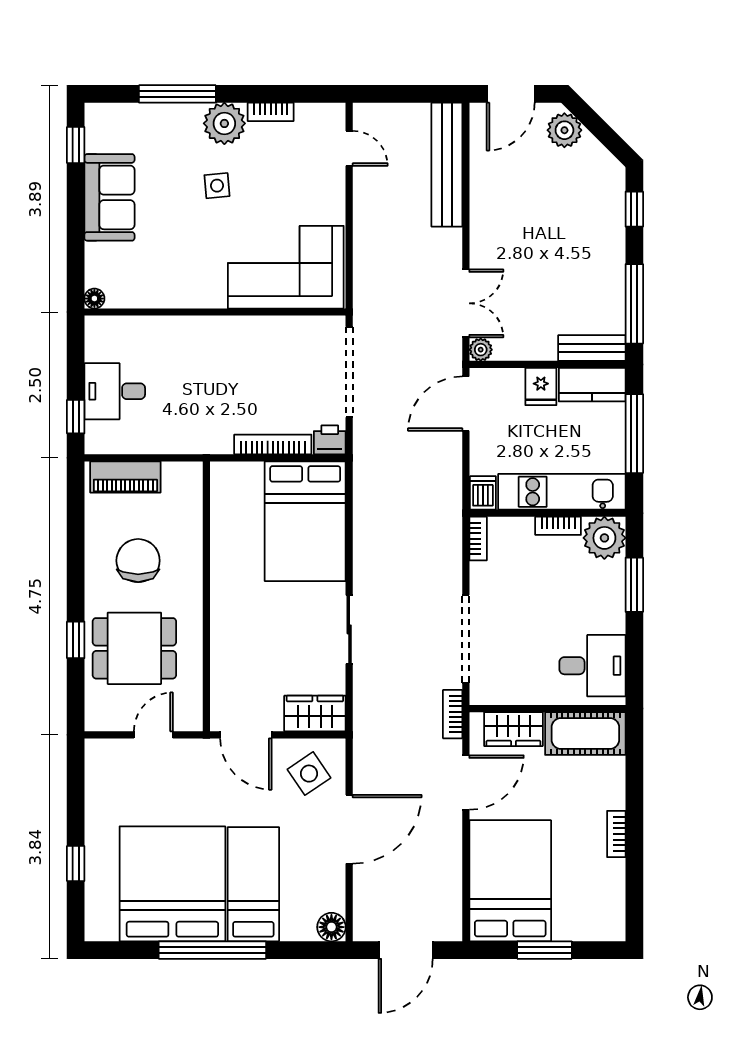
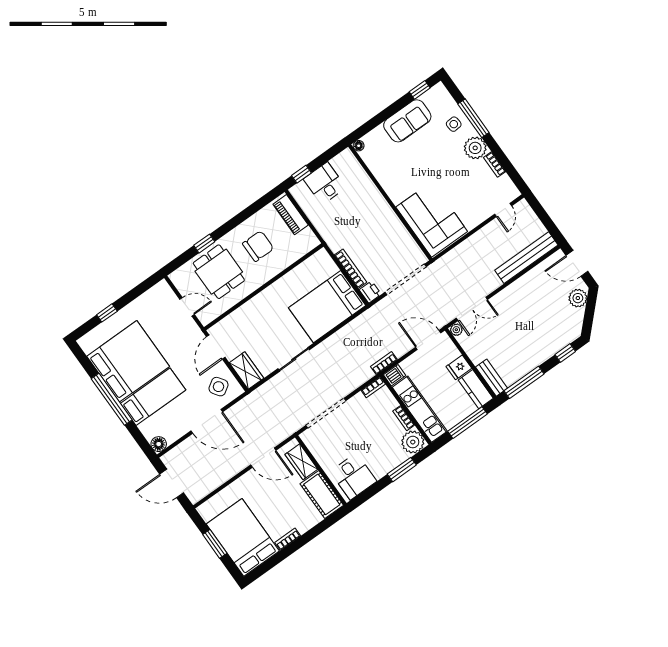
side table: (217, 186) -> (454, 124), moved
bookcase: (453, 714) -> (384, 363), moved
bed: (510, 881) -> (243, 537), moved, turned -90

